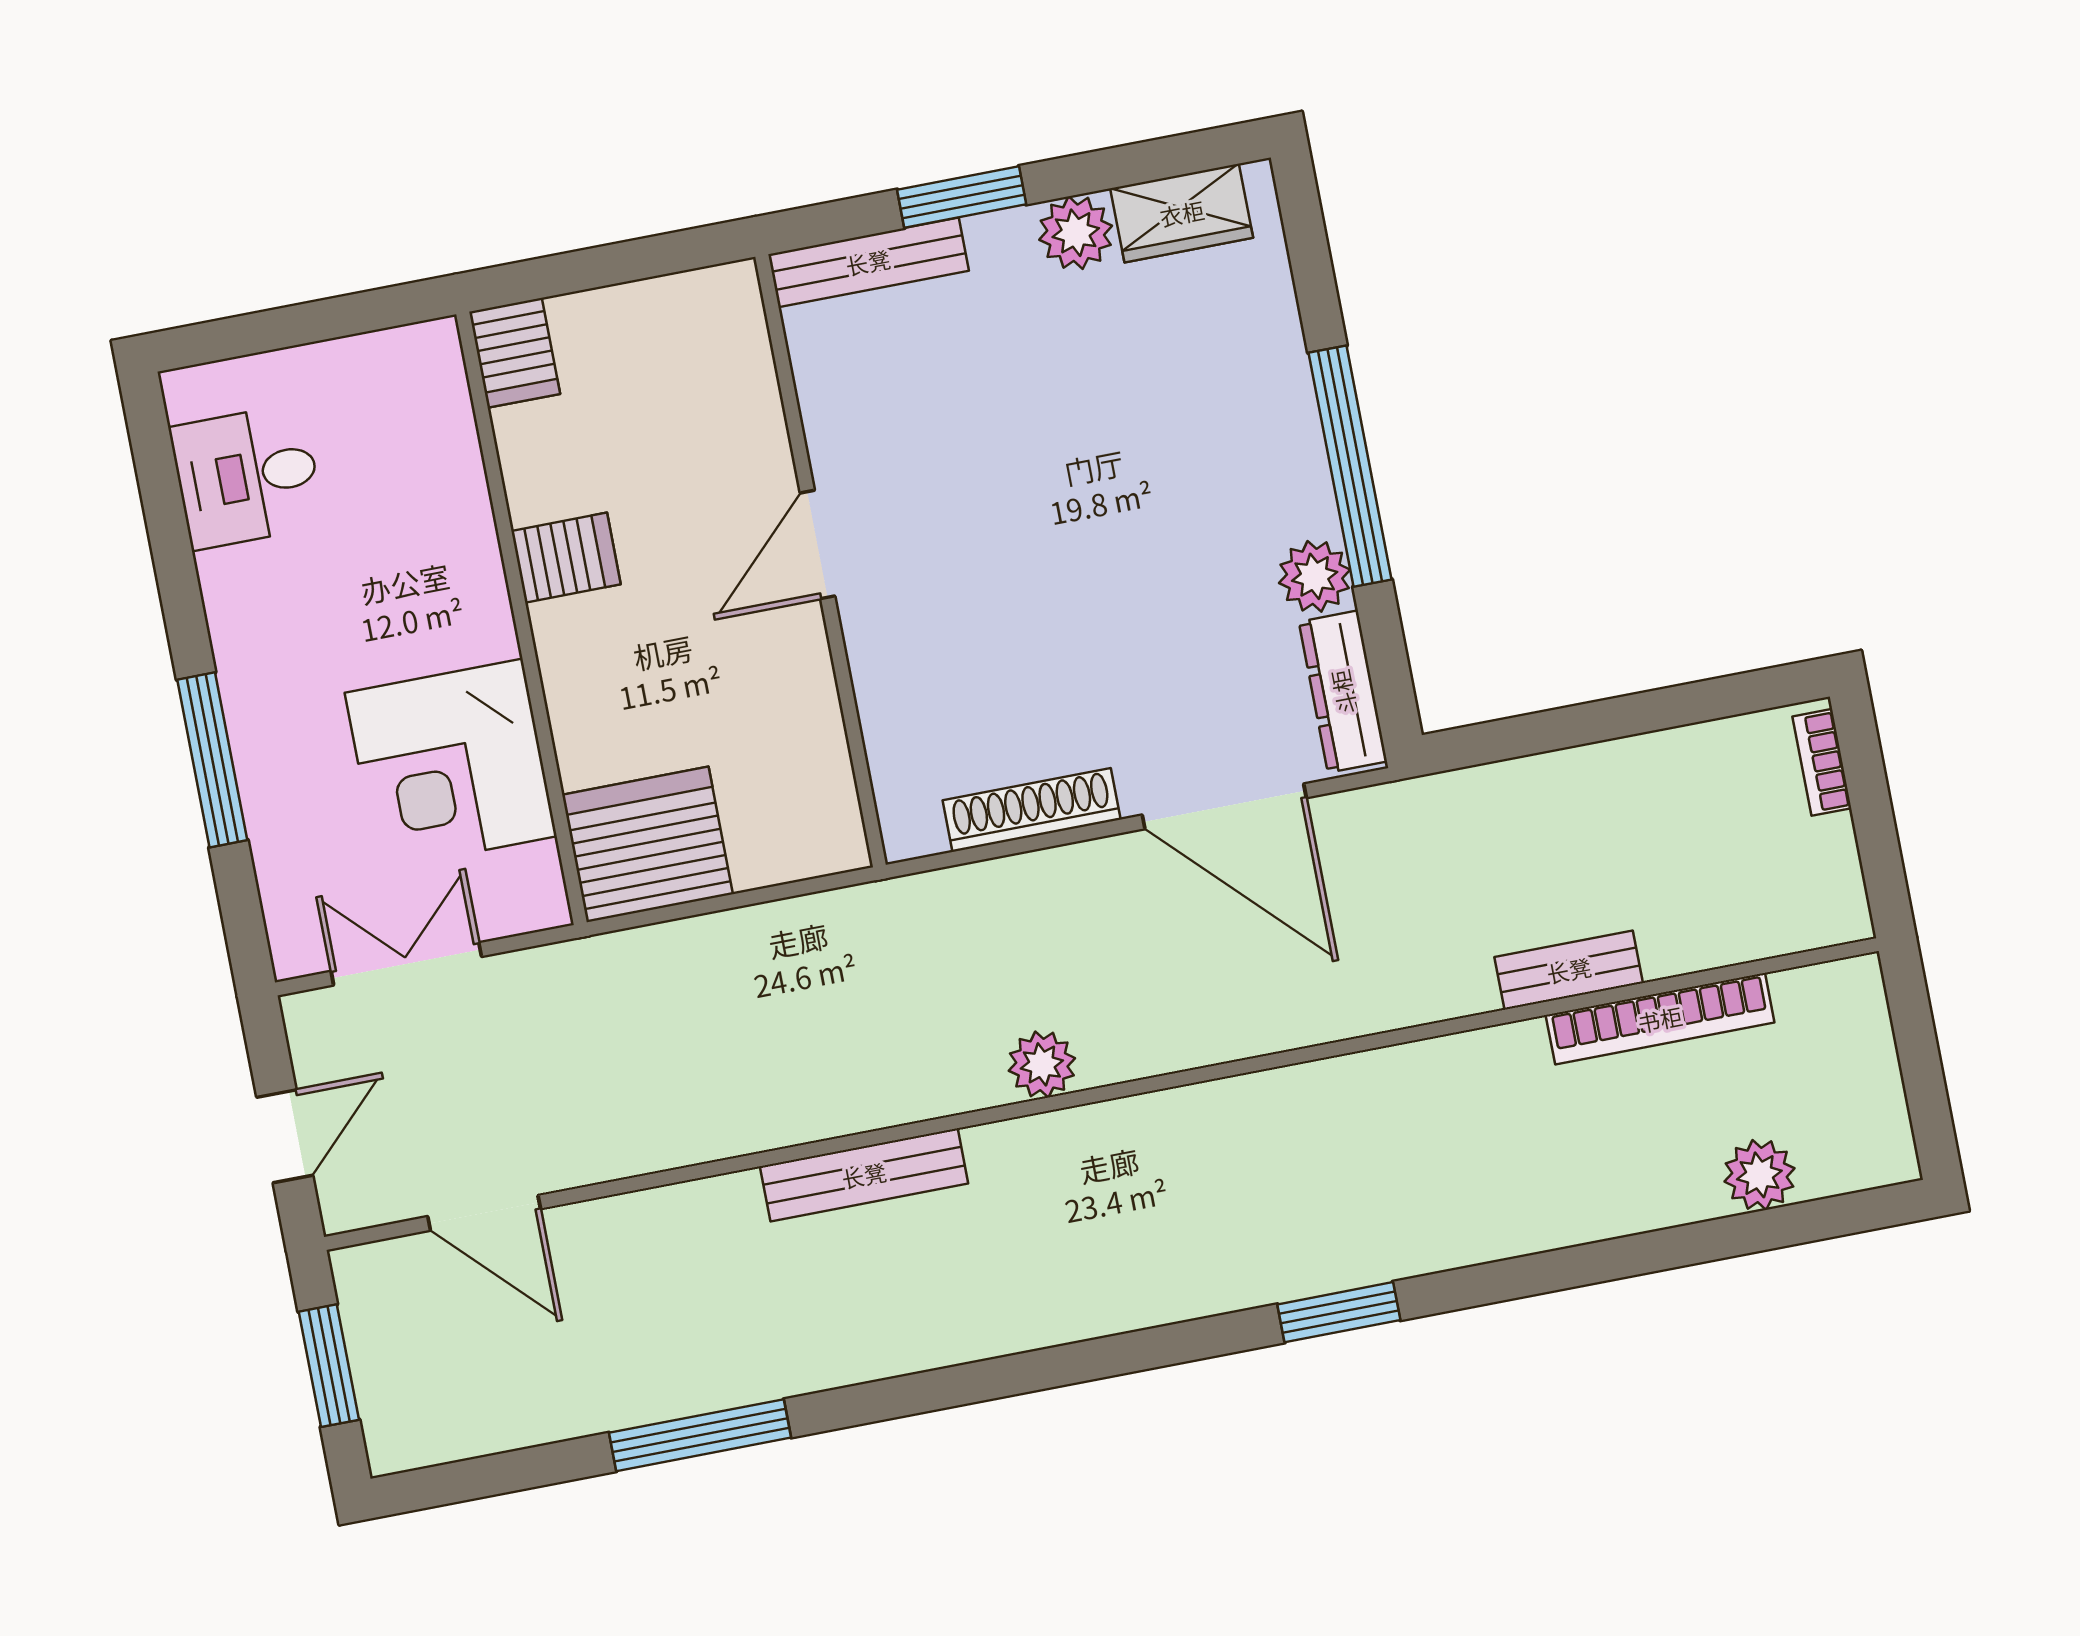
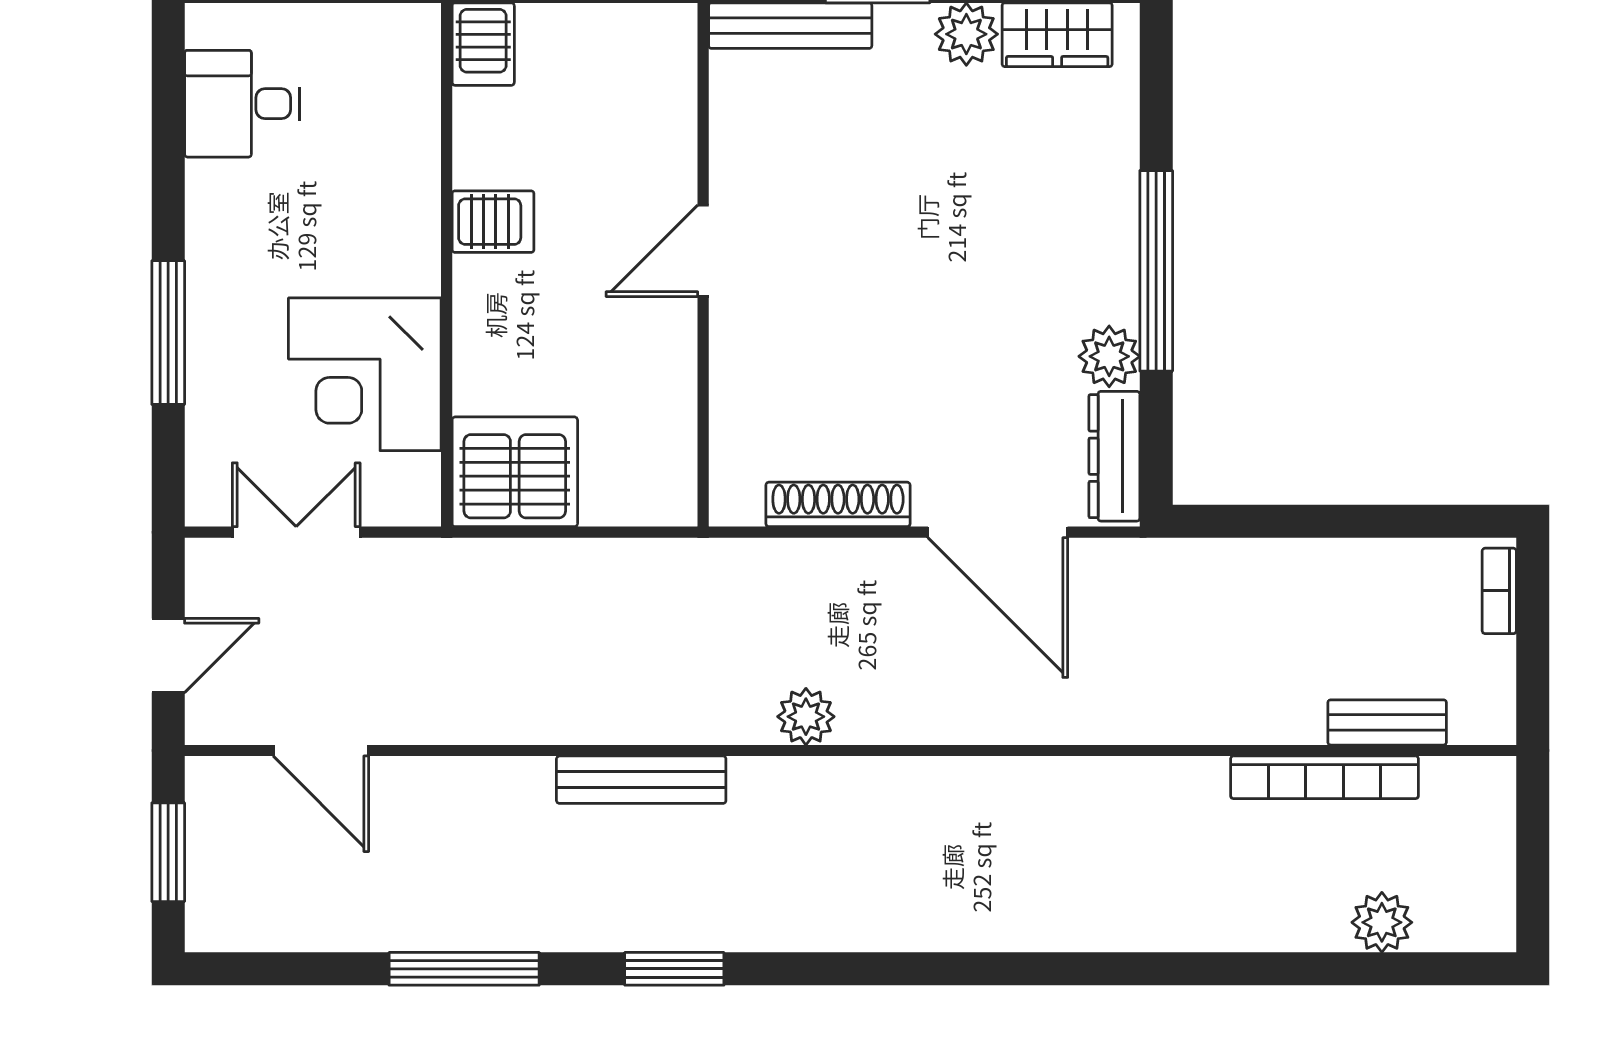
bench: (1569, 970) -> (1387, 722), moved
window: (1339, 1312) -> (674, 969), moved

